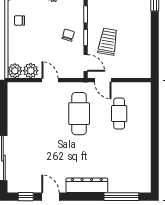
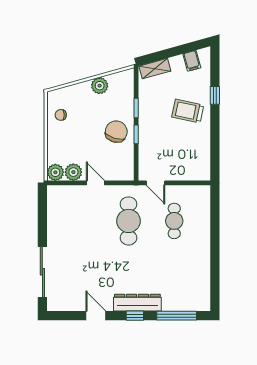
chair: (68, 35) -> (116, 132), width x1.87, depth x1.87
trolley: (108, 42) -> (188, 111), moved, turned -88
door: (86, 63) -> (136, 163), removed
window: (26, 197) -> (135, 316), moved

